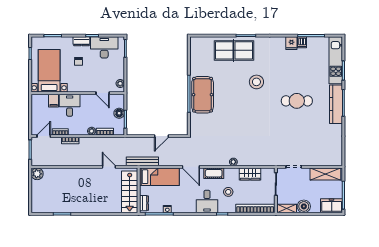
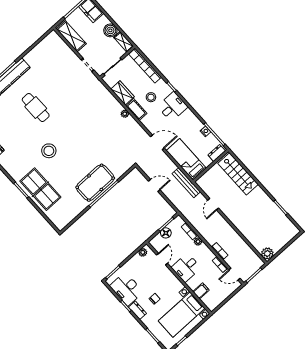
desk: (70, 105) -> (186, 268), moved
door: (191, 167) -> (157, 142), hinge flipped
cot: (214, 173) -> (136, 110), moved
stairs: (130, 192) -> (238, 174), moved, turned 90

